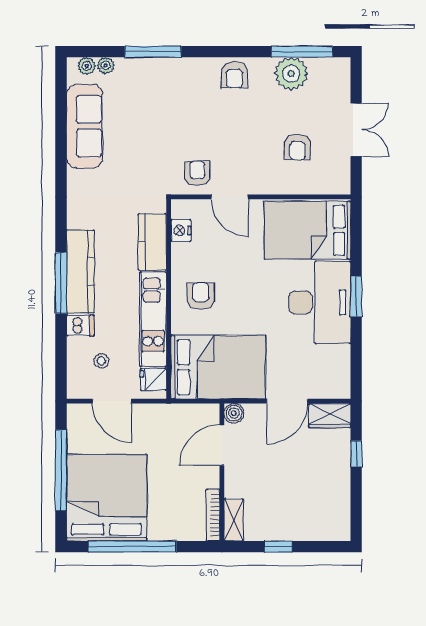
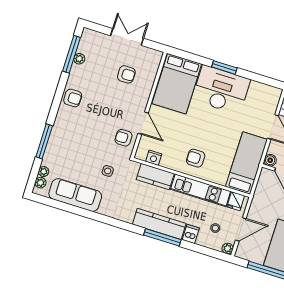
plant: (291, 74) -> (79, 59), width x0.53, depth x0.53
side table: (138, 165) -> (108, 171), added
door: (230, 197) -> (143, 123), hinge flipped
bed: (218, 367) -> (247, 163), width x0.67
plant: (75, 390) -> (228, 249), added

